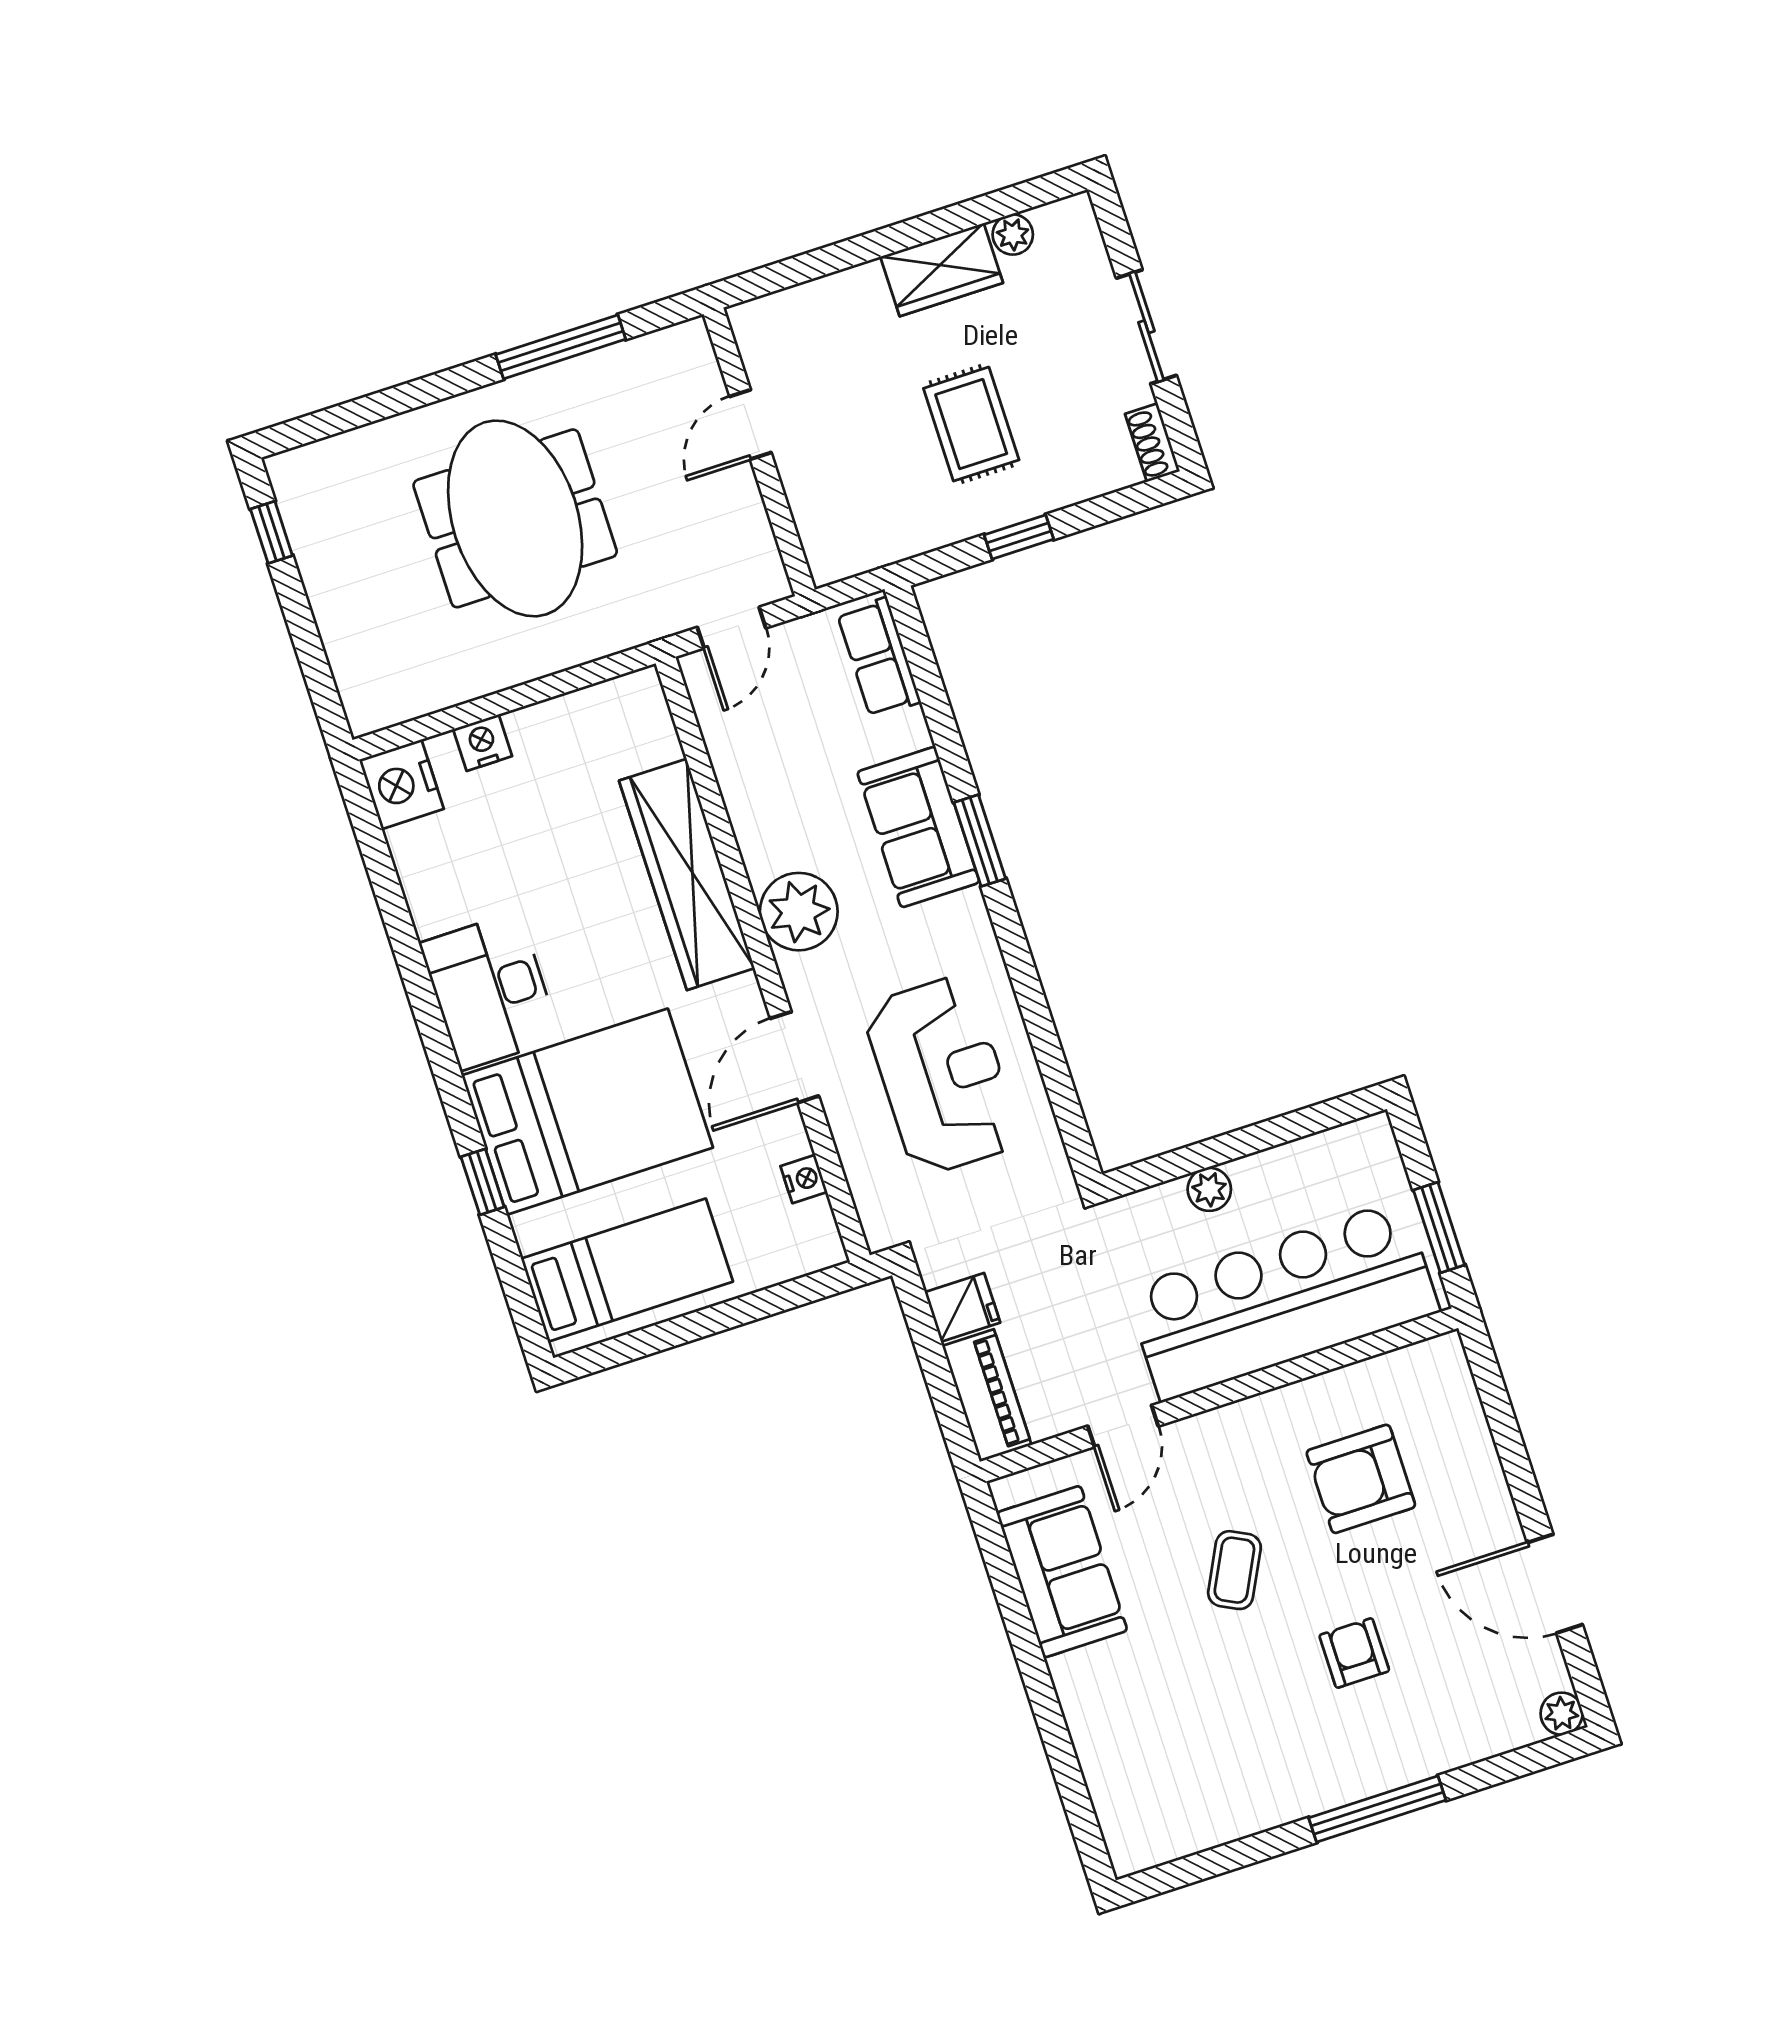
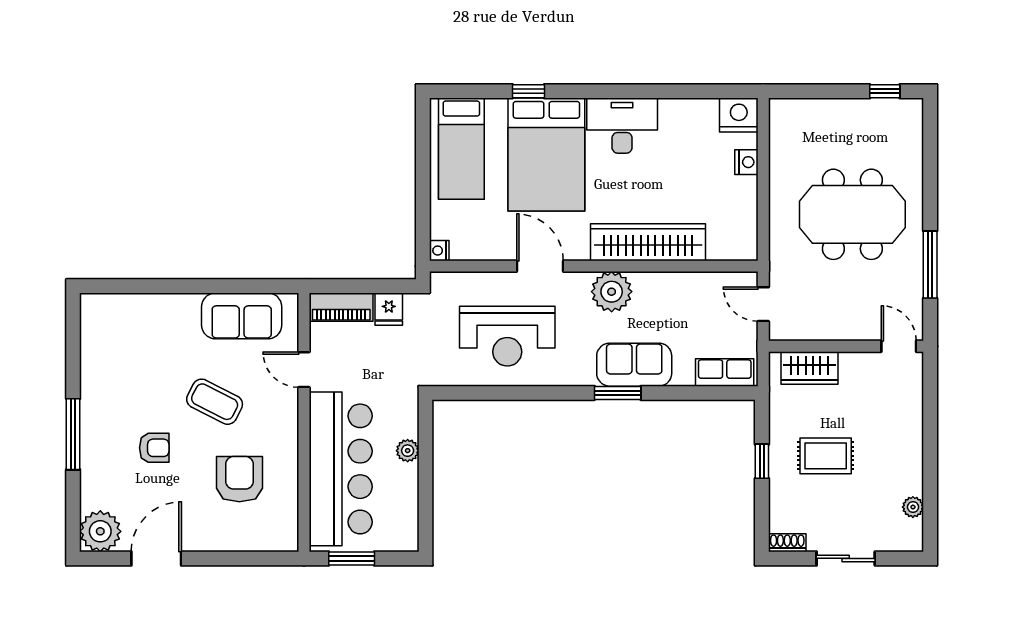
wardrobe: (942, 270) -> (809, 368), moved, turned -90
door: (750, 425) -> (899, 346), moved
nightstand: (804, 1179) -> (439, 251), moved, turned 90
coffee table: (1234, 1570) -> (215, 402), width x1.36, depth x1.30
plant: (1562, 1714) -> (100, 531), width x1.87, depth x1.87

